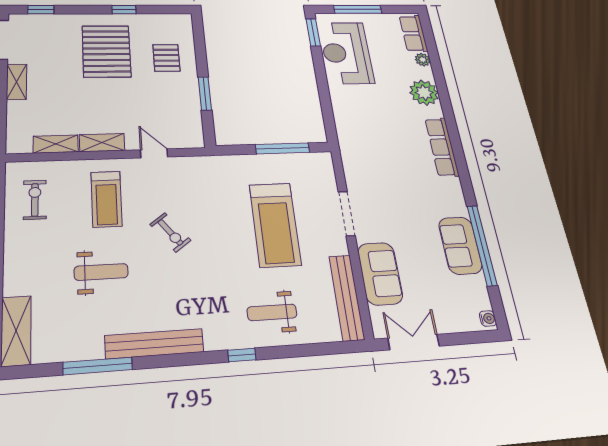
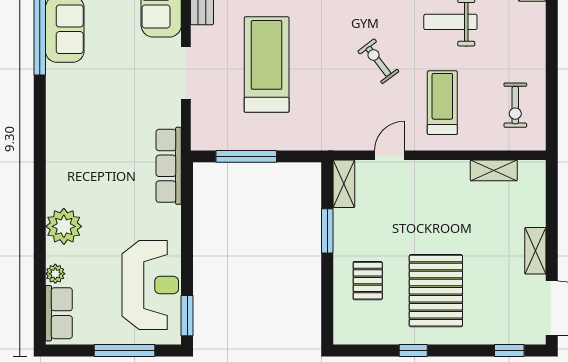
shelving: (102, 143) -> (344, 184), moved, turned 90
row of seats: (442, 147) -> (169, 166), moved, turned 180
door: (154, 153) -> (389, 155), swing flipped

